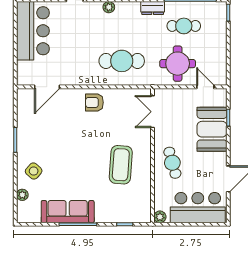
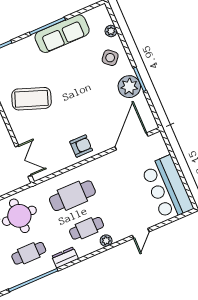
cafe table: (122, 26) -> (87, 228), added
door: (47, 87) -> (131, 141), width x1.36
plant: (28, 137) -> (129, 87), added
coffee table: (121, 165) -> (31, 99), turned -74

